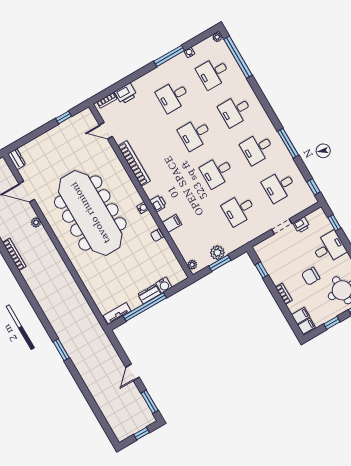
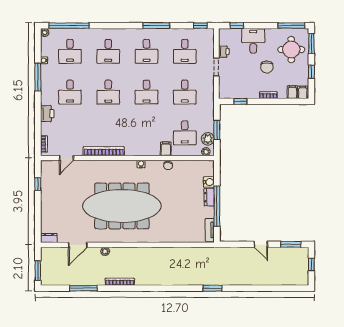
printer: (126, 94) -> (47, 114), moved
printer: (158, 203) -> (145, 150), removed
desk: (199, 233) -> (185, 133), added
plant: (217, 253) -> (208, 139), moved

